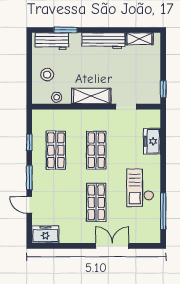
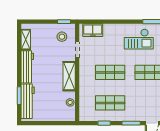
workbench: (52, 41) -> (28, 101), width x1.37
stool: (47, 75) -> (62, 37), moved
freezer: (152, 141) -> (93, 30), moved

